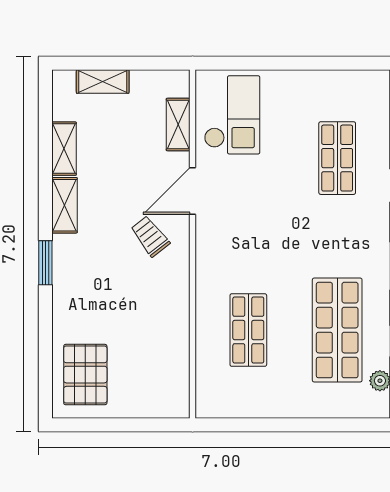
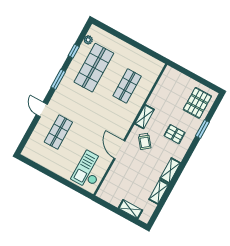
shelving: (178, 125) -> (144, 117), moved
door: (193, 191) -> (119, 150), swing flipped
window: (45, 263) -> (202, 129), moved
pallet: (97, 285) -> (175, 134), added

